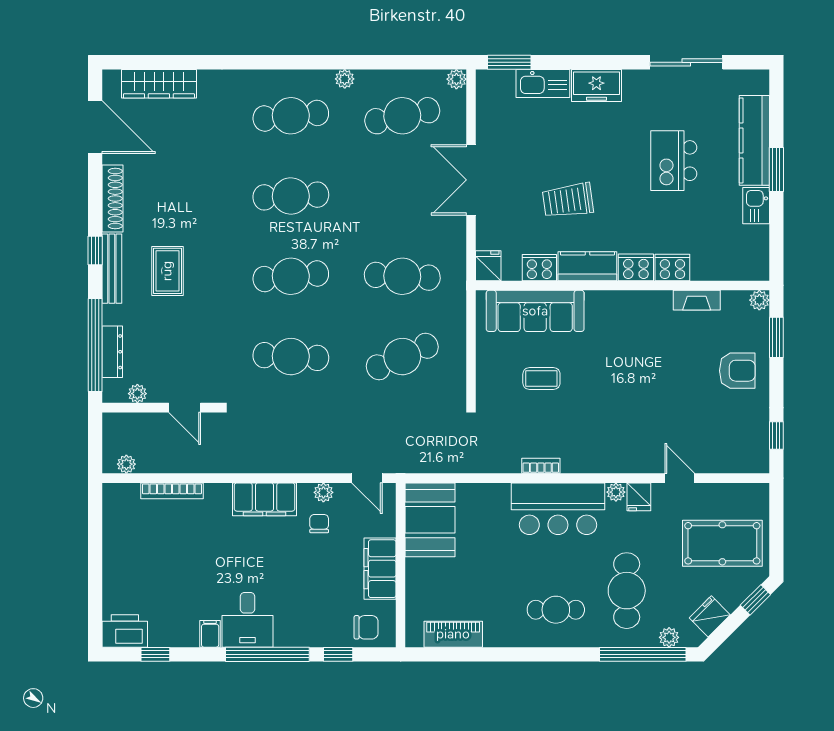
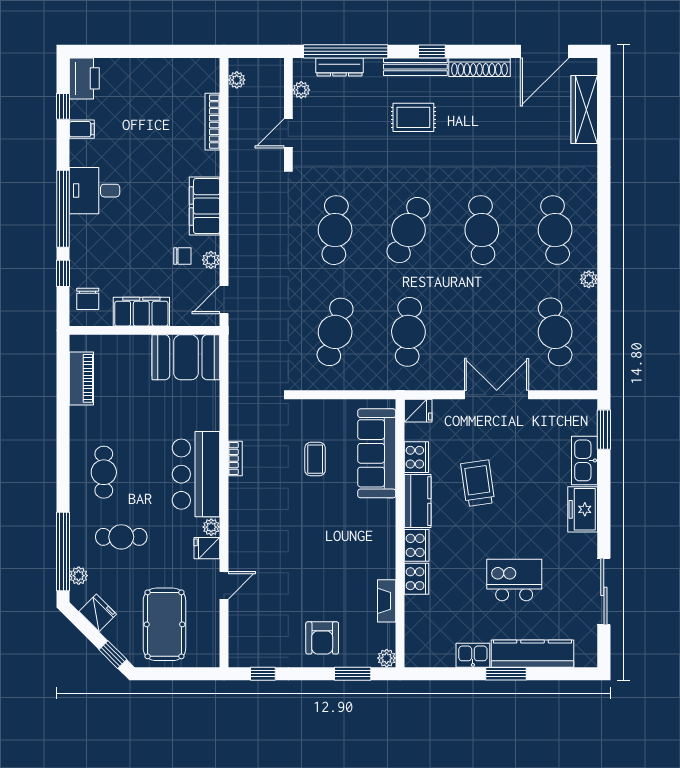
plant: (456, 79) -> (588, 381), removed
cafe table: (291, 276) -> (408, 230), turned 30
cafe table: (402, 357) -> (335, 332), turned 39
cafe table: (627, 591) -> (121, 537), width x0.73, depth x0.74
filing cabinet: (210, 634) -> (82, 129), moved

